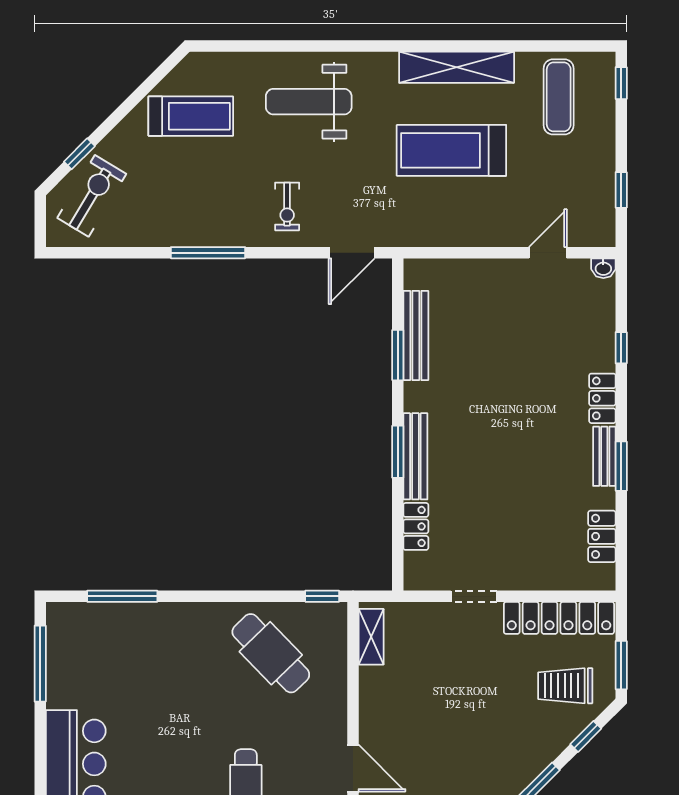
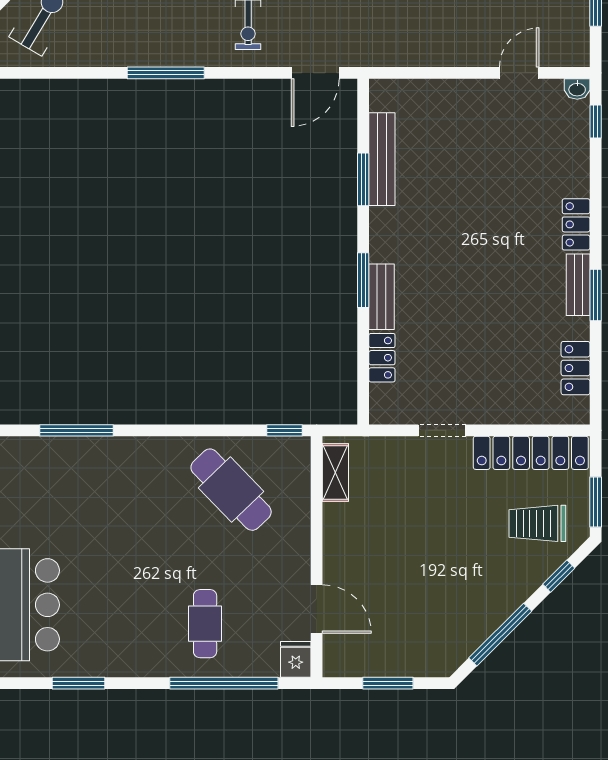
window: (621, 348) -> (596, 122), moved
bench: (415, 456) -> (381, 297), width x0.73

